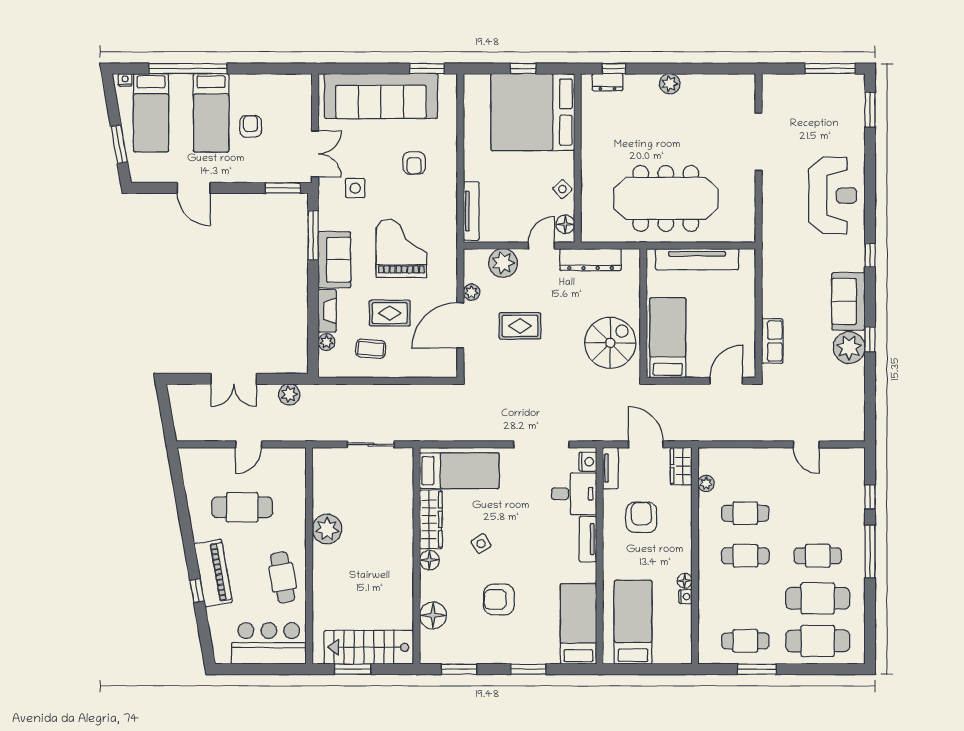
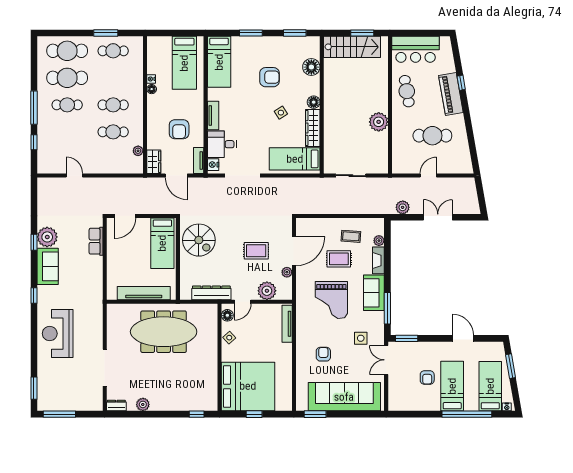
dresser: (607, 82) -> (116, 405), moved
plant: (670, 84) -> (143, 404), moved
spiral stairs: (610, 343) -> (199, 240), turned -90

